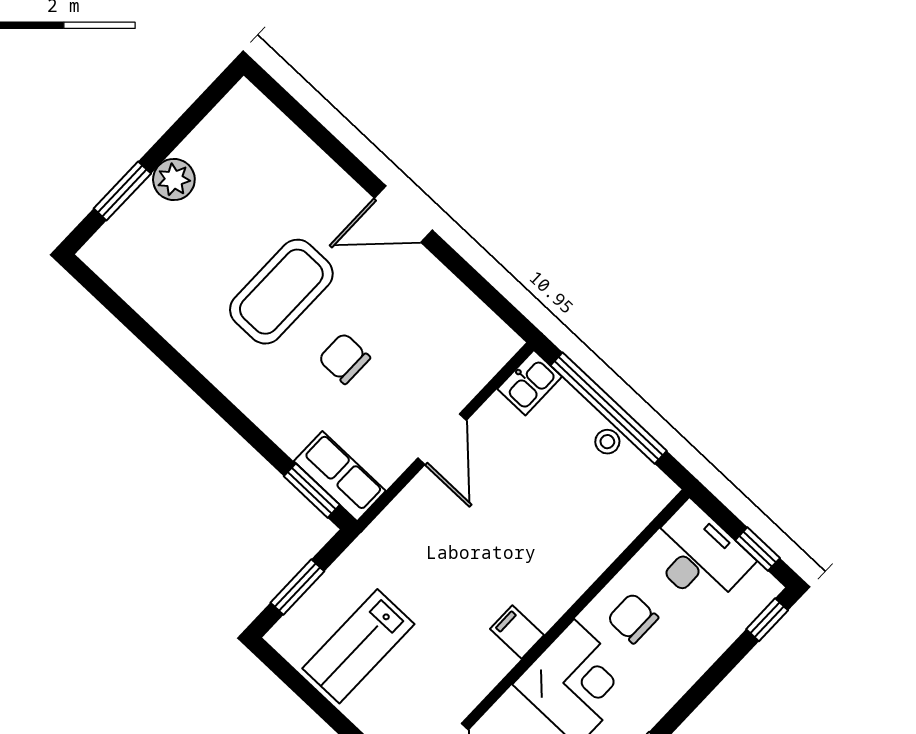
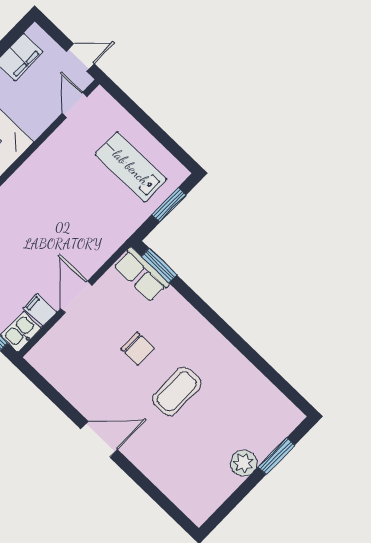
coffee table: (281, 292) -> (177, 391), width x0.73, depth x0.76
filing cabinet: (517, 632) -> (40, 310), moved, turned 180
lab bench: (358, 646) -> (131, 167), turned -90

